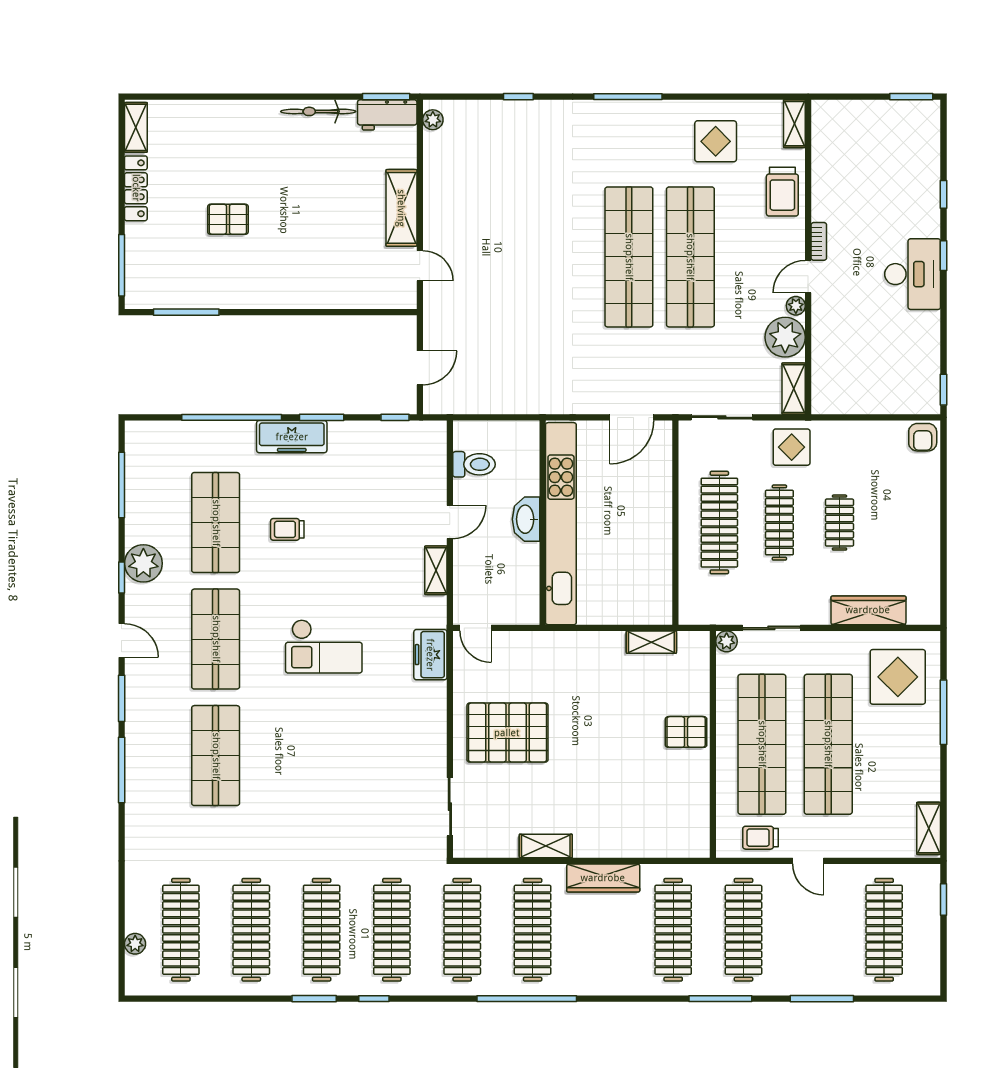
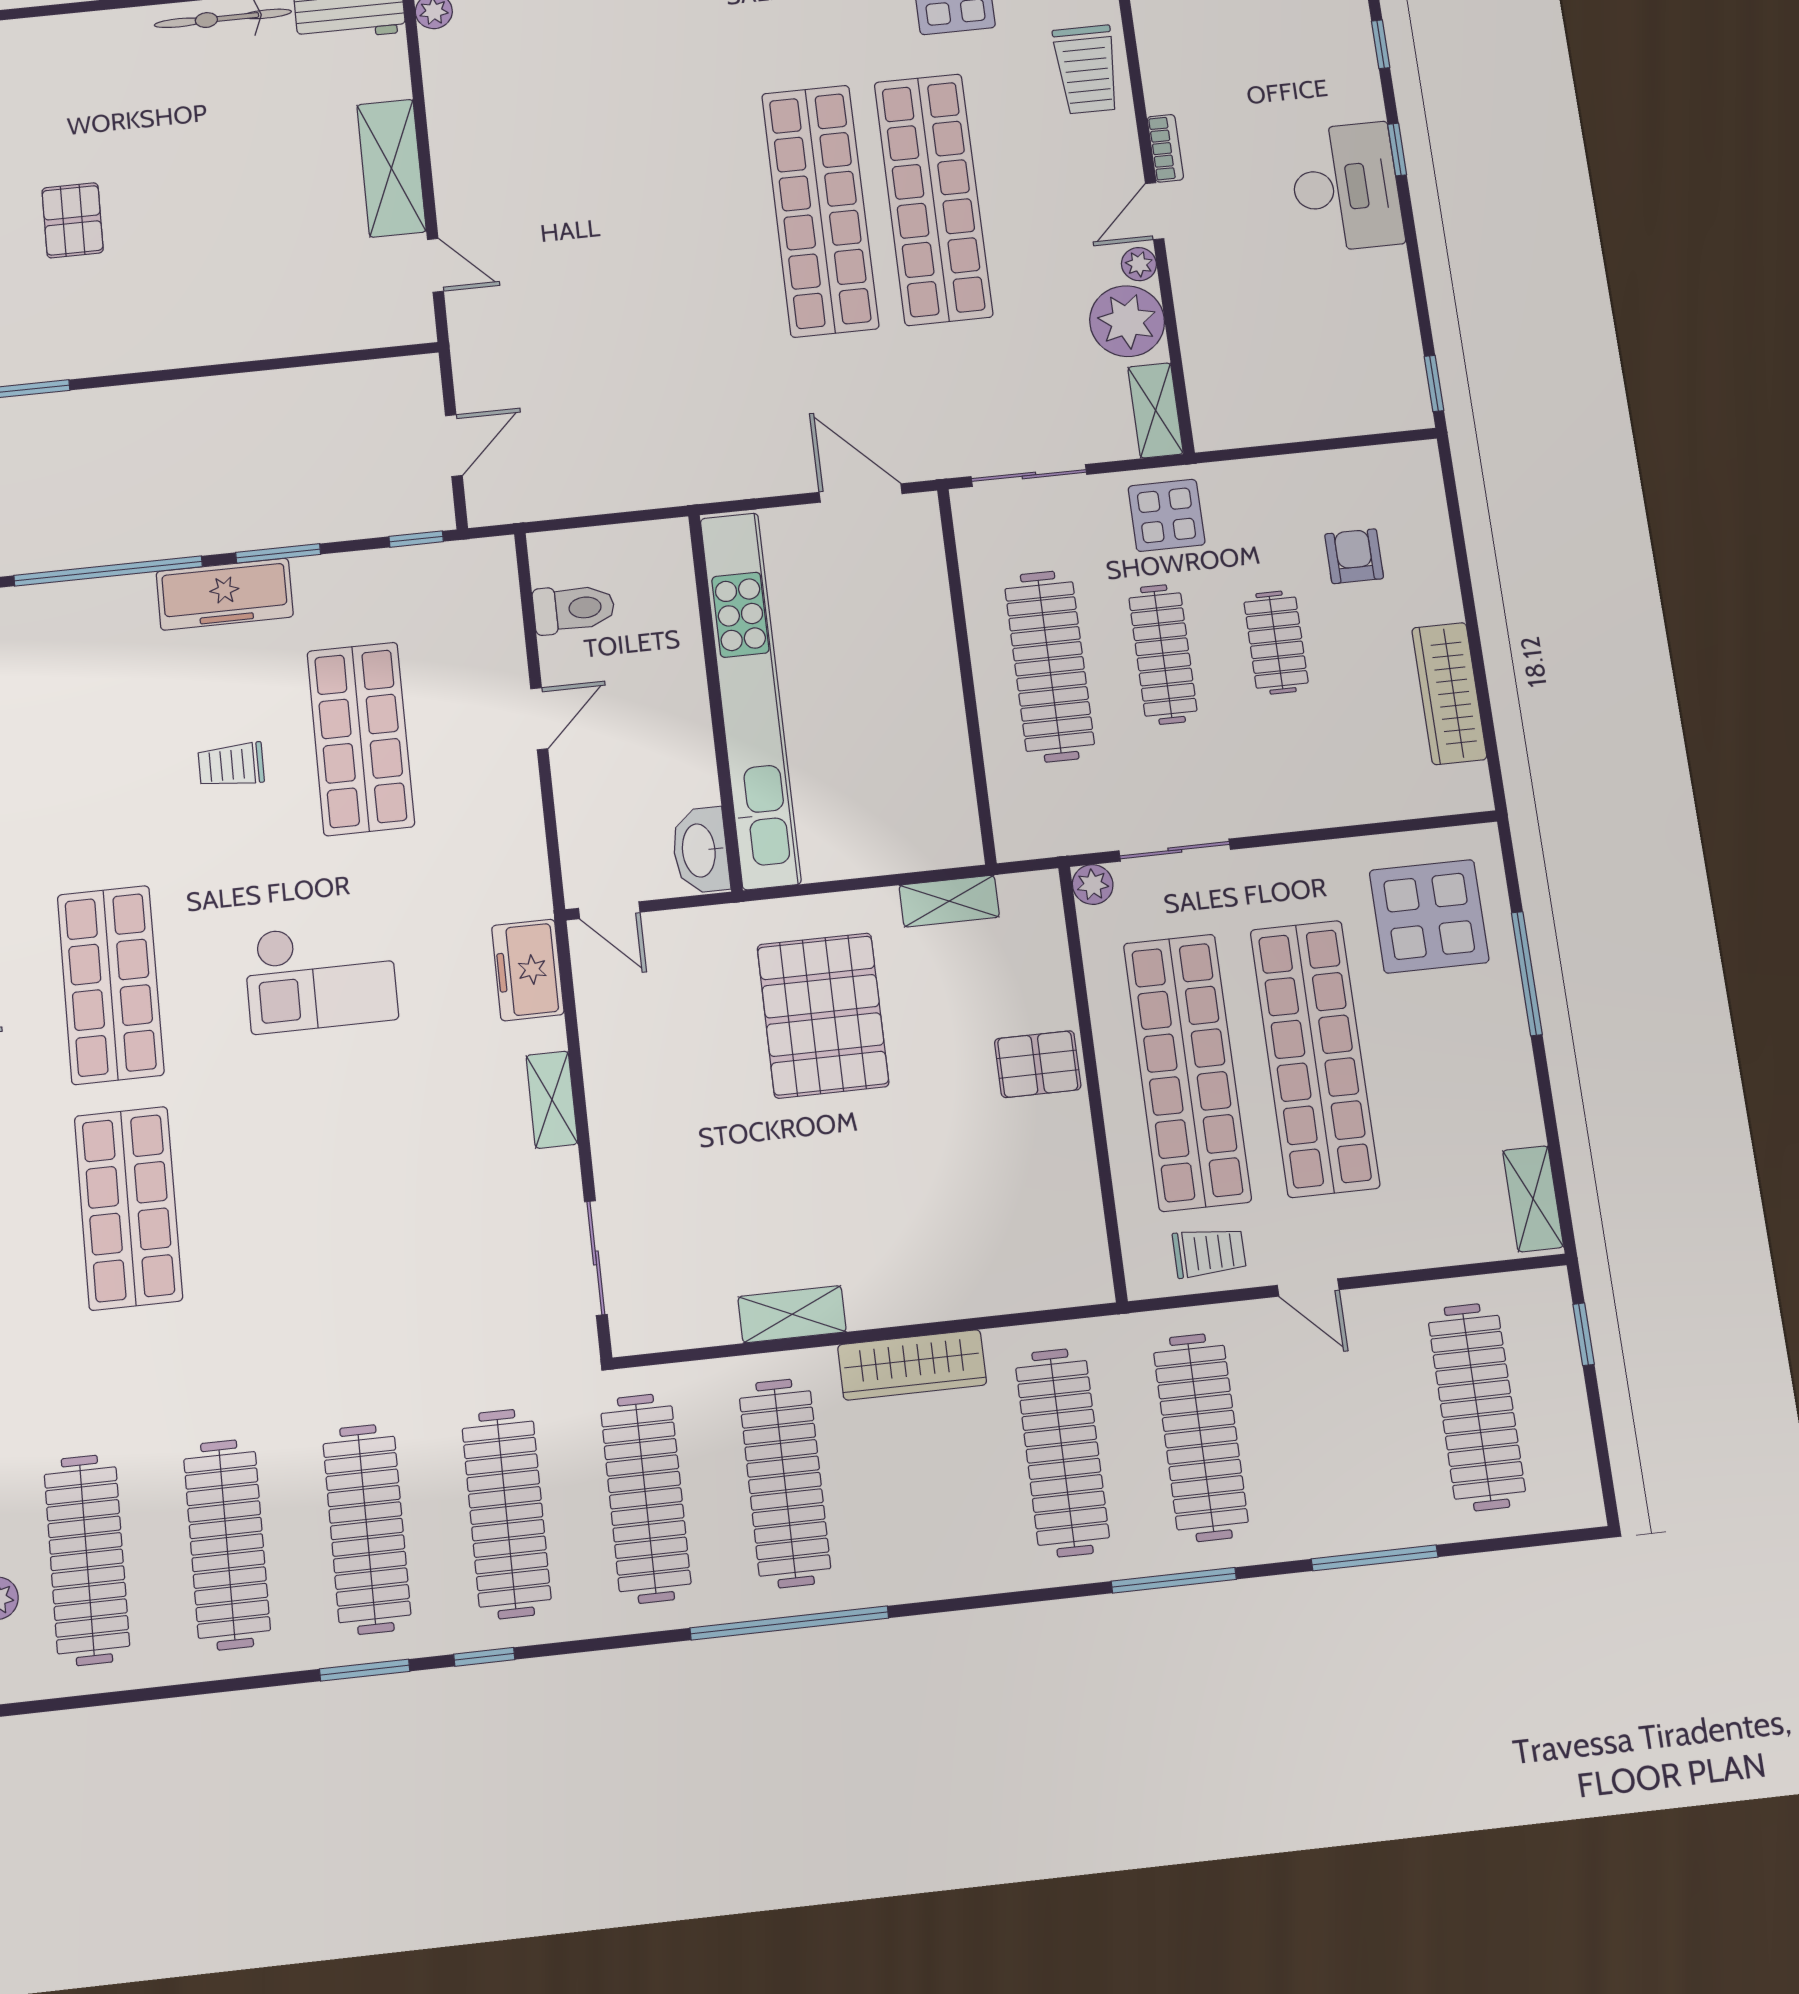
pallet: (228, 219) -> (73, 220), turned 90
door: (632, 417) -> (861, 493), swing flipped
armchair: (923, 437) -> (1354, 556), moved, turned 180
washbasin: (526, 519) -> (700, 850), moved
shop shelf: (216, 523) -> (361, 739), moved
shelving: (436, 570) -> (552, 1100), moved
wardrobe: (868, 610) -> (1449, 694), moved, turned -90
pallet: (507, 733) -> (823, 1015), moved, turned 90
trolley: (761, 838) -> (1209, 1252), turned 180

